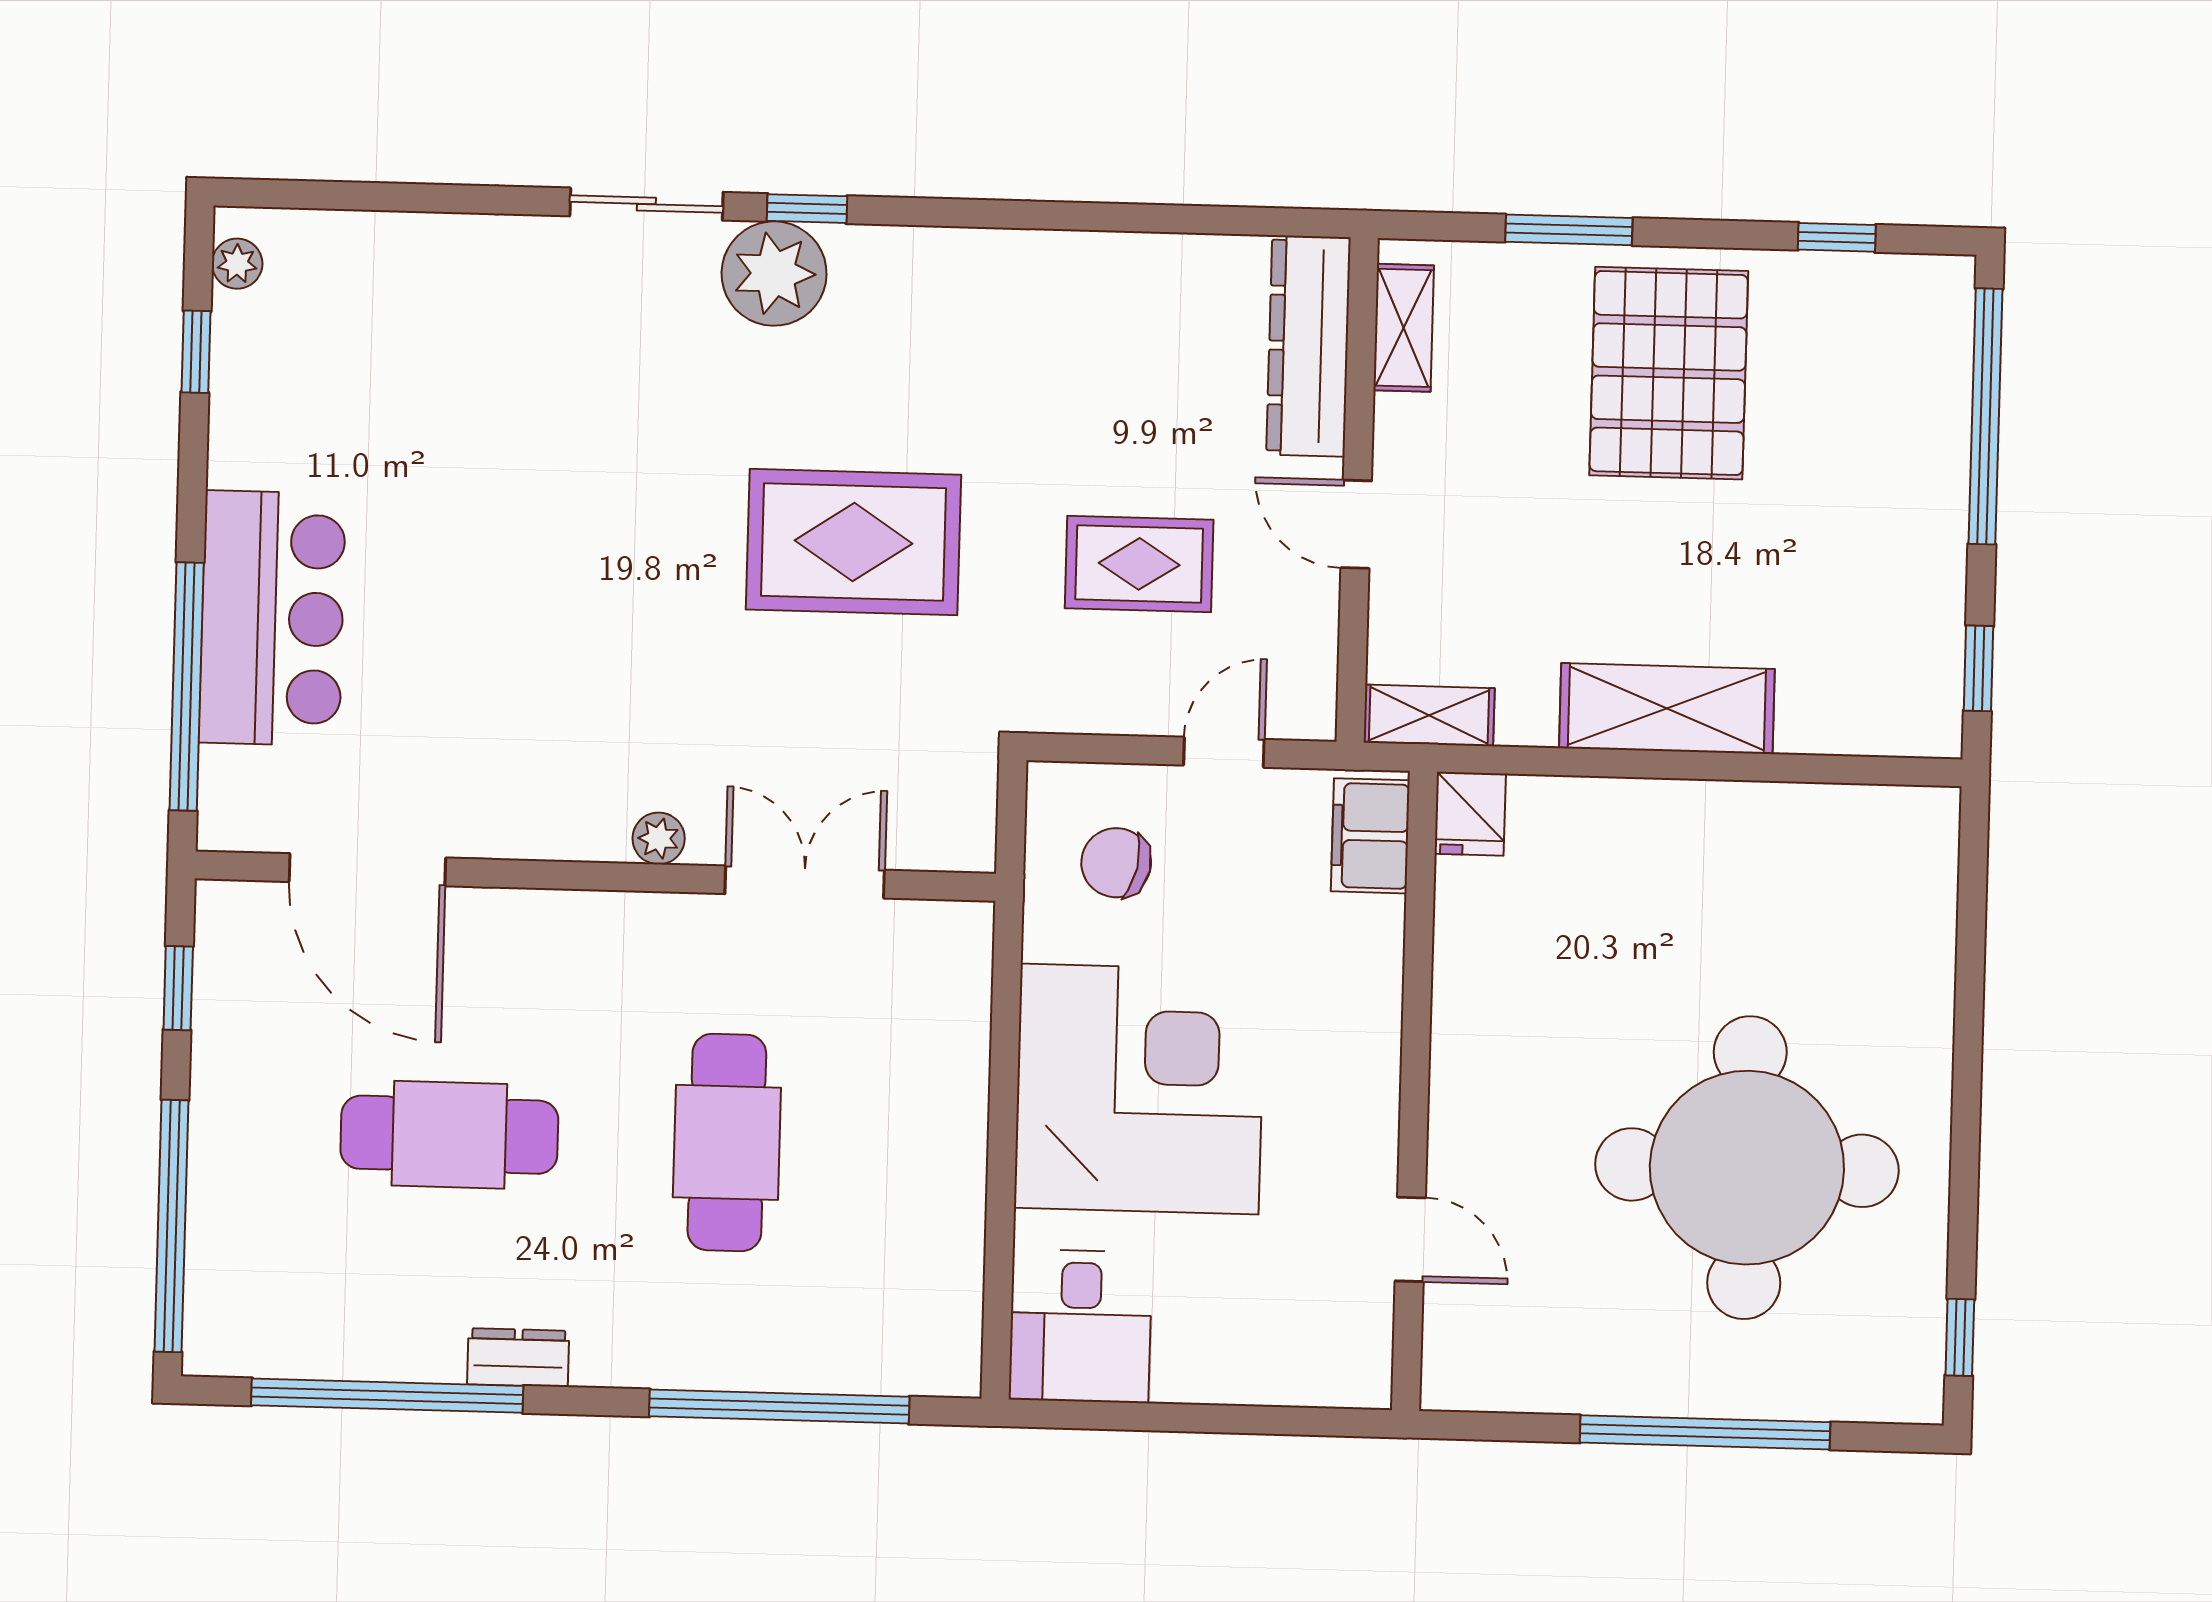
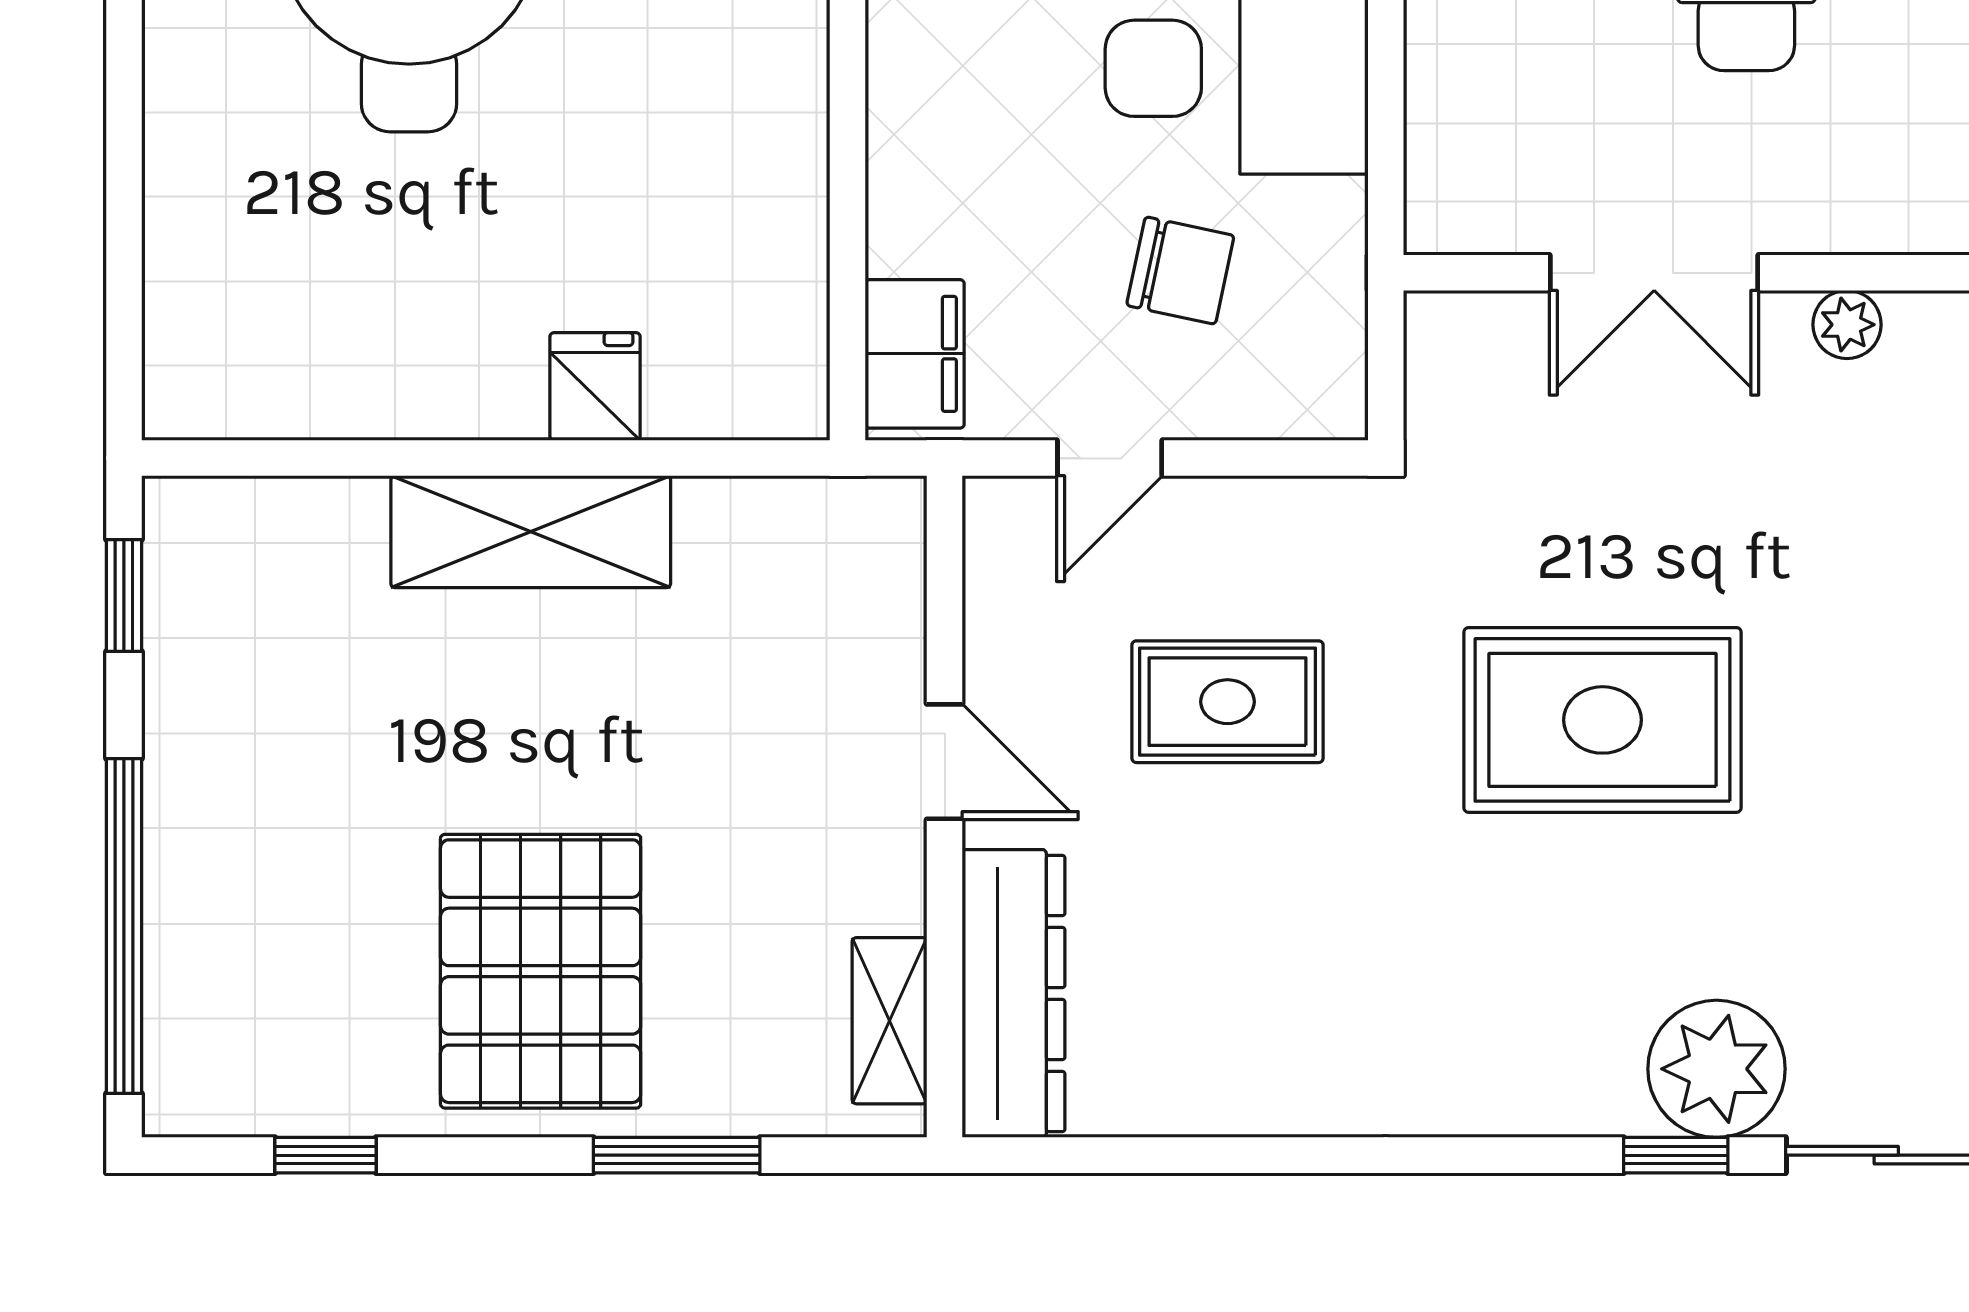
shelving: (1429, 715) -> (842, 514), removed
fridge: (1470, 814) -> (595, 387), moved
chair: (1116, 863) -> (1180, 271), moved

